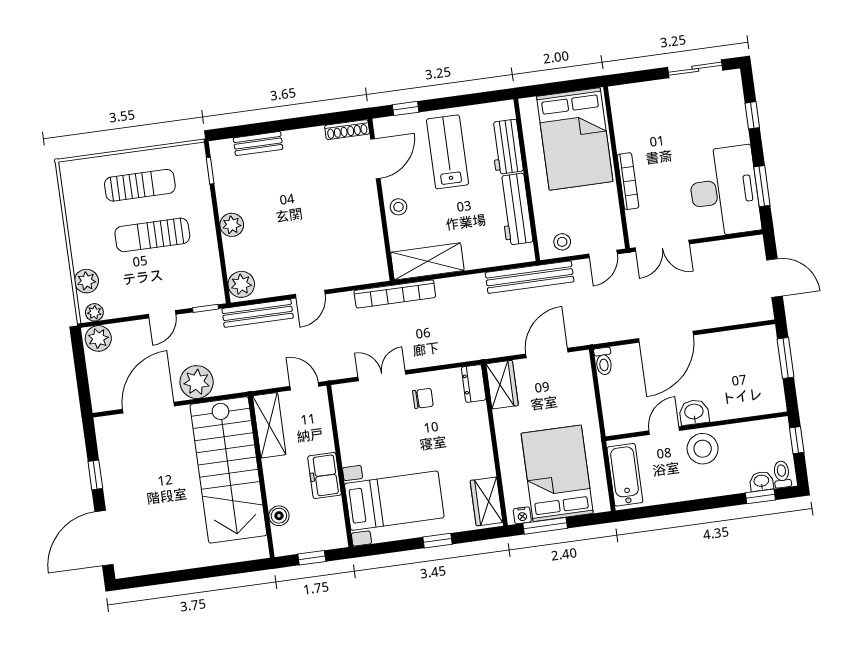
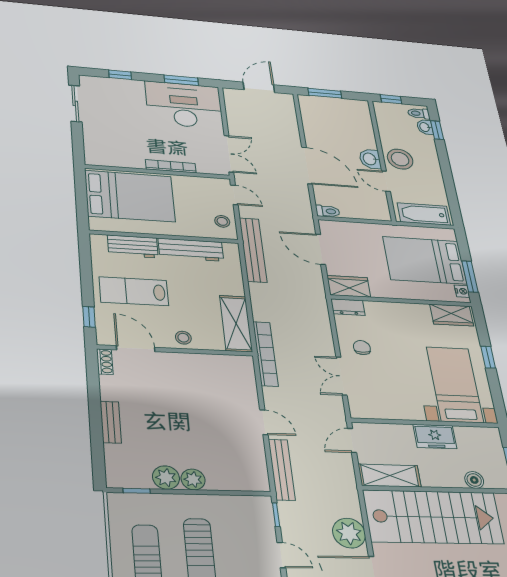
shoe rack: (347, 130) -> (105, 362), width x0.70
bench: (258, 144) -> (111, 422), moved
plant: (241, 284) -> (166, 478), moved

